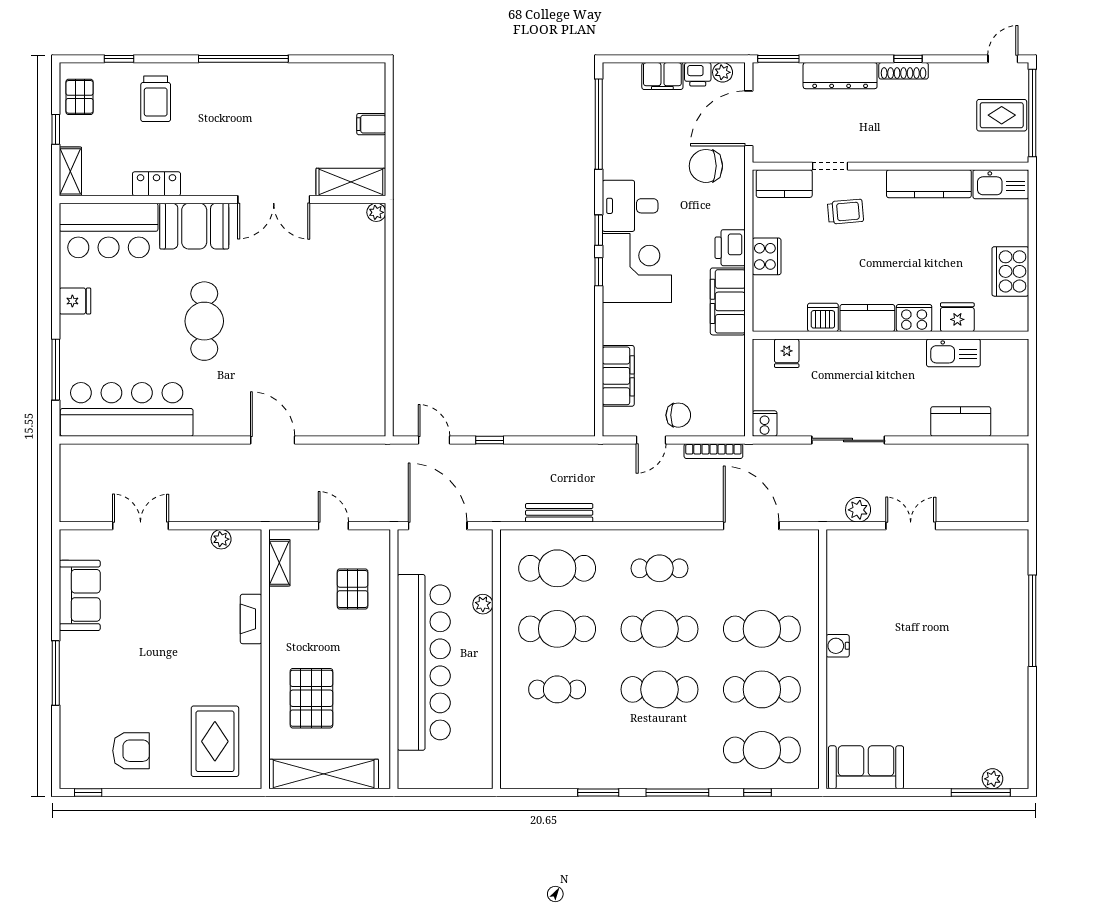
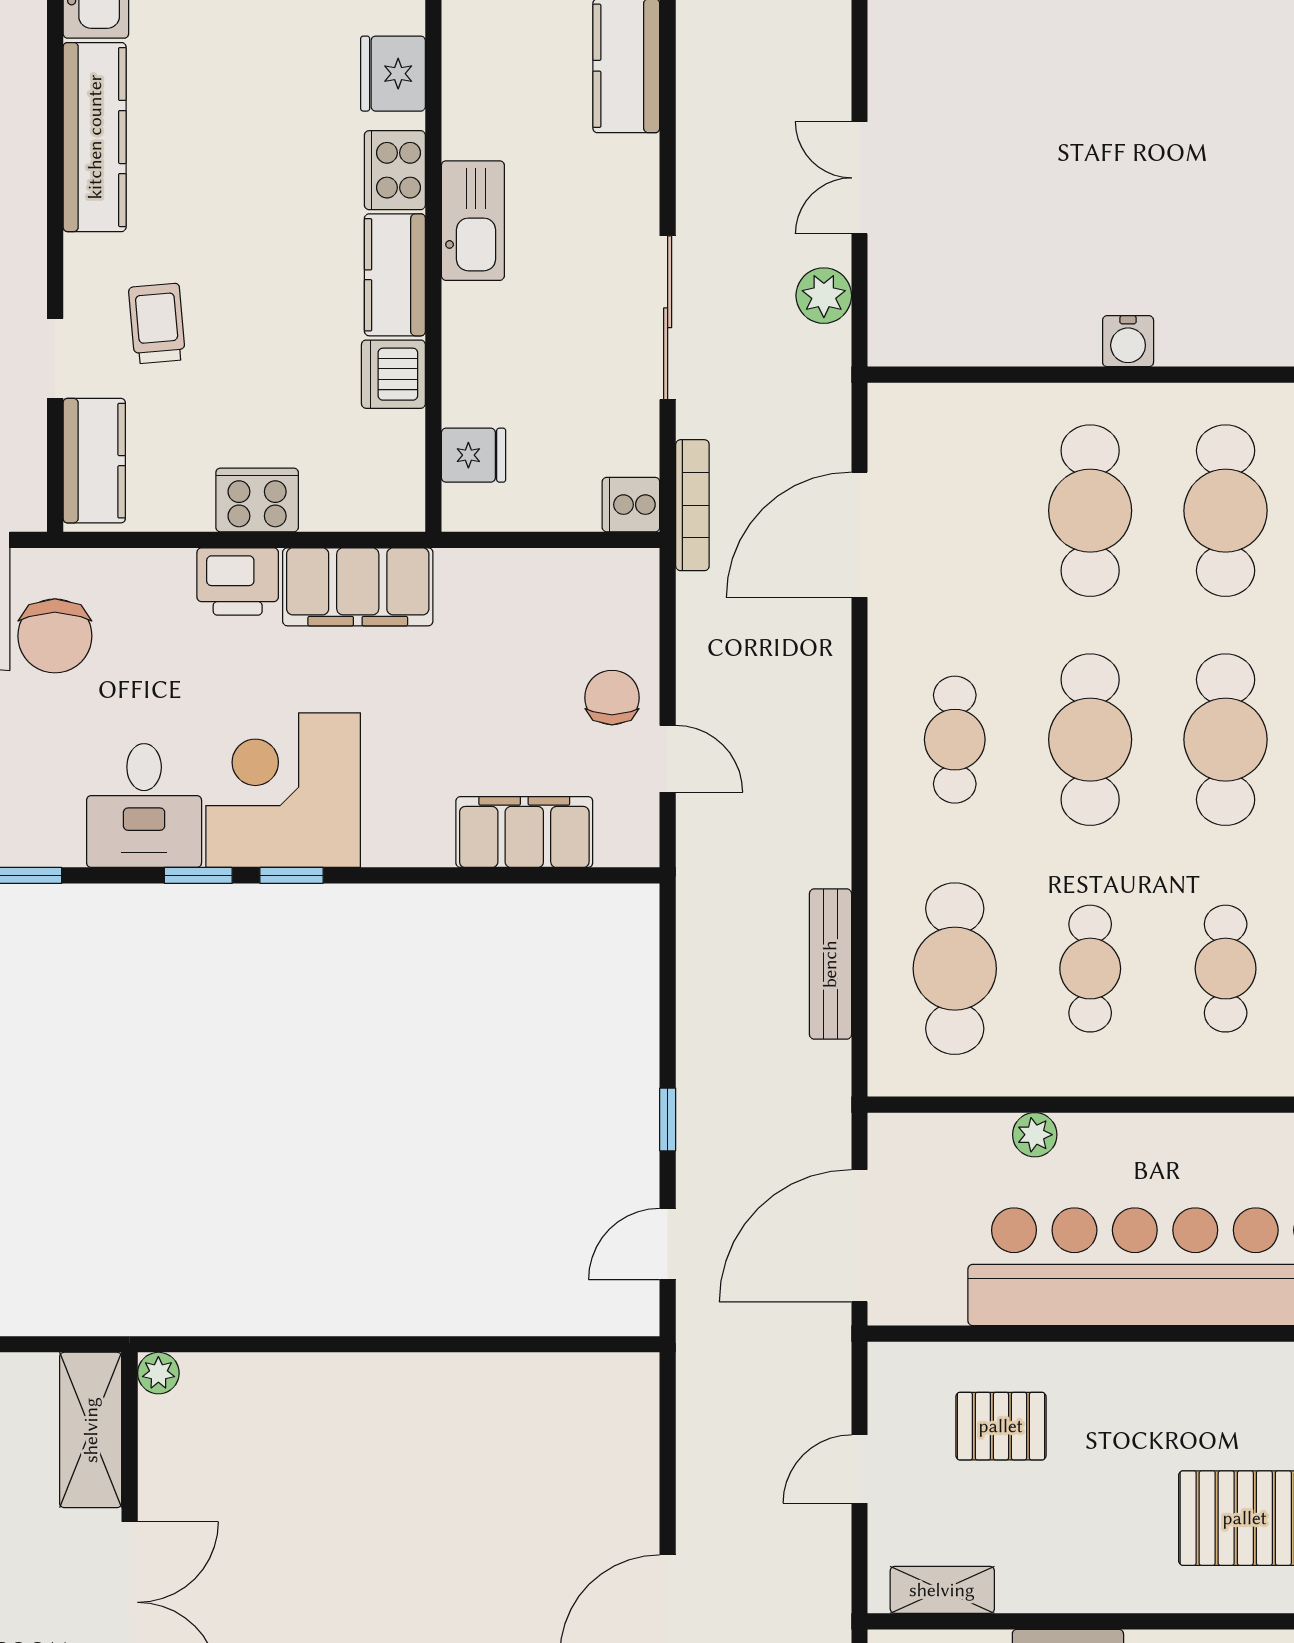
kitchen sink: (953, 353) -> (473, 221), moved
bookcase: (713, 451) -> (692, 505), moved
cafe table: (557, 629) -> (1090, 969), width x0.73, depth x0.74

